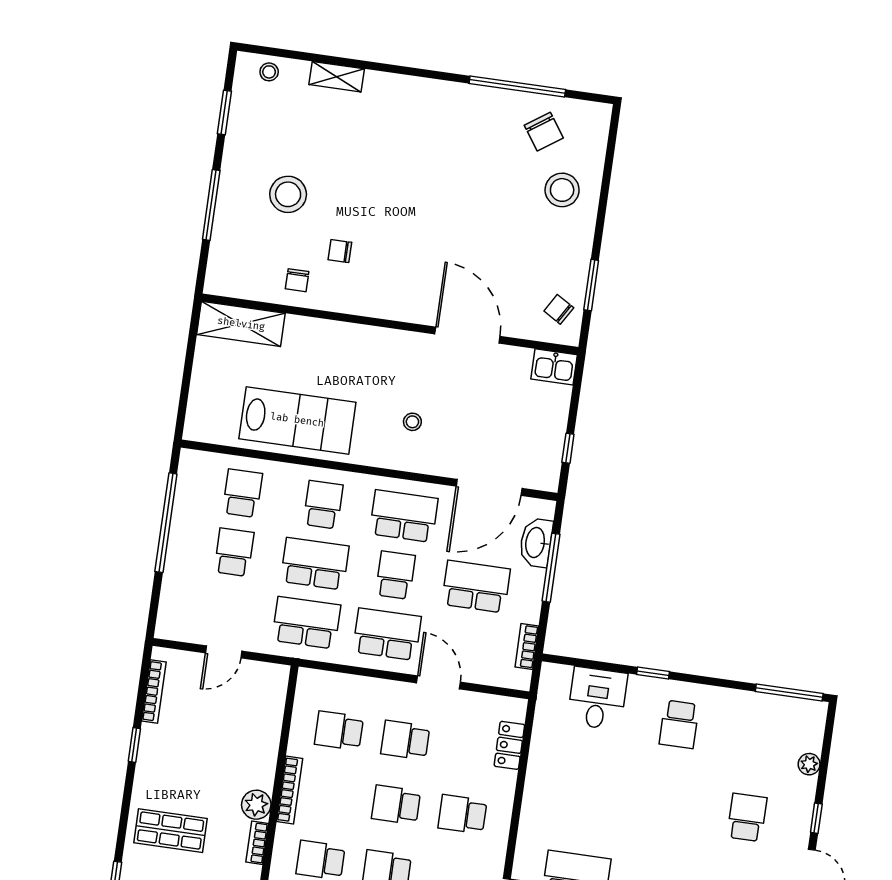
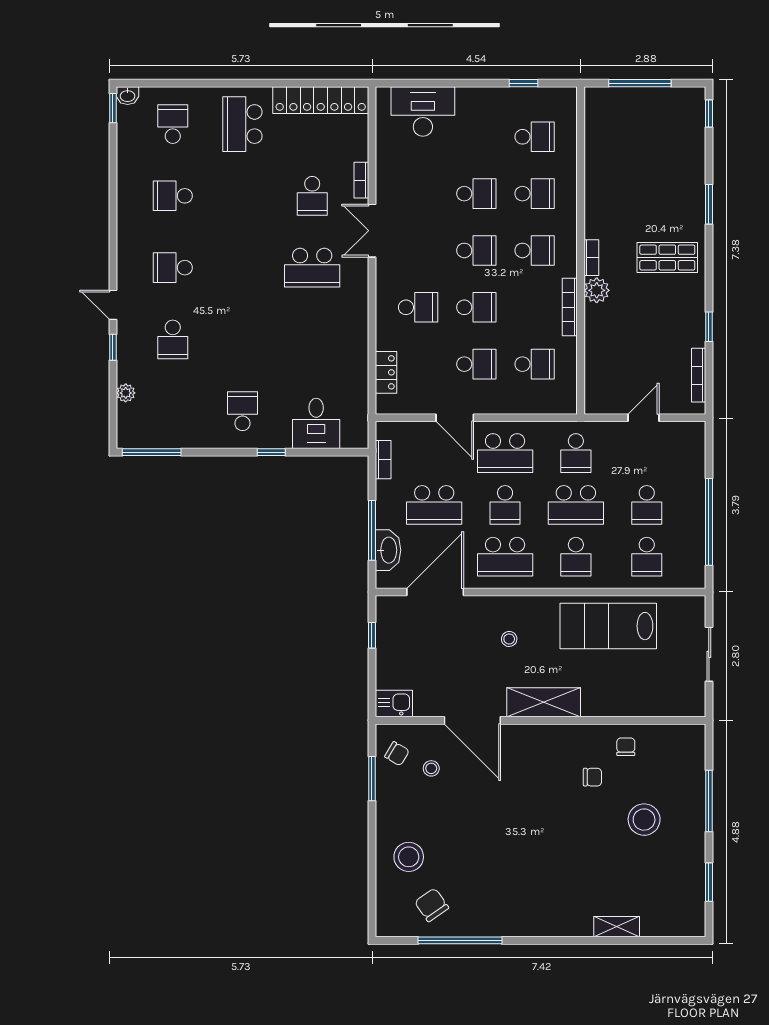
stool: (269, 72) -> (431, 768), moved
shelving: (241, 324) -> (544, 702), moved
sliding door: (187, 372) -> (709, 654), added
school desk: (306, 623) -> (576, 453), width x0.54

